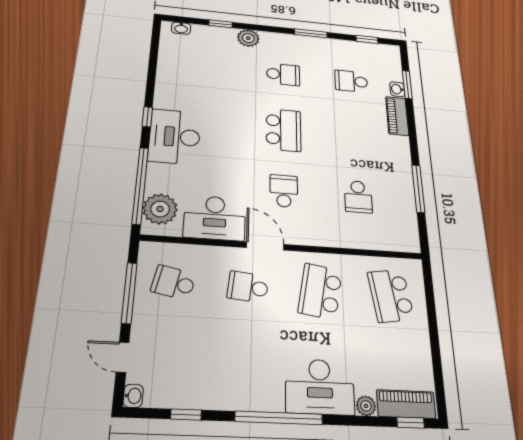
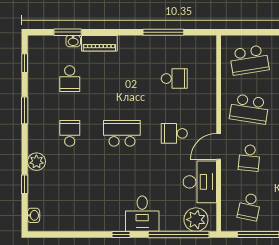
desk: (175, 137) -> (142, 214), width x0.73

